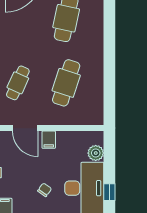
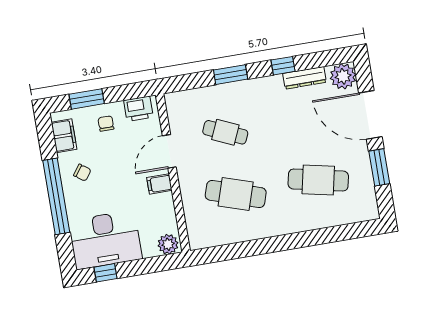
plant: (96, 153) -> (168, 244), moved
chair: (45, 190) -> (82, 173), moved

